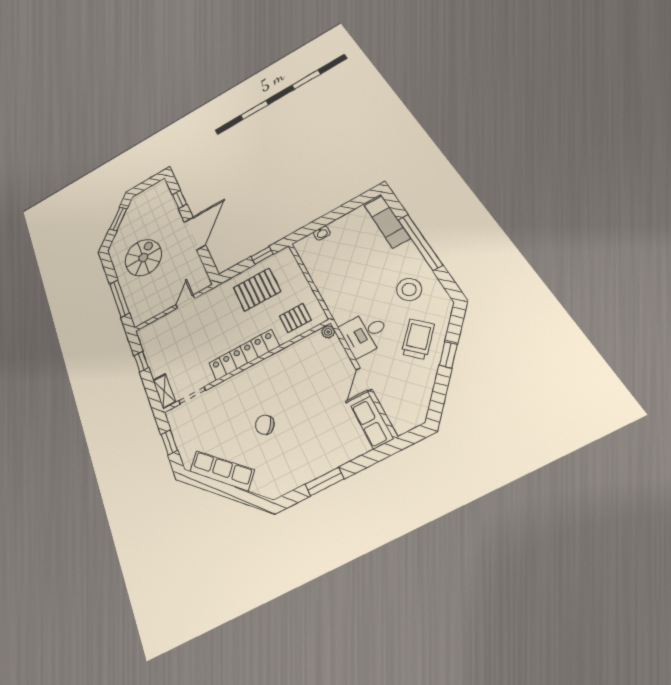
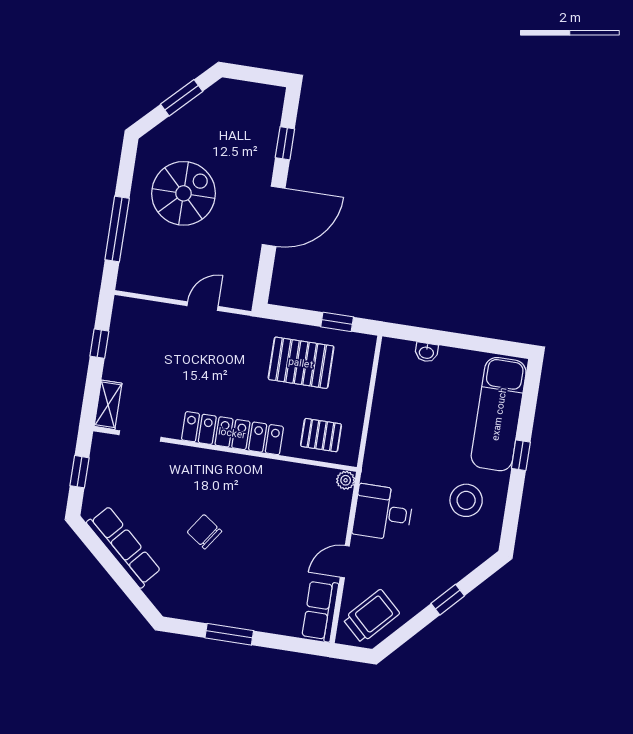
exam couch: (387, 222) -> (499, 414), width x1.36, depth x1.45
window: (420, 242) -> (521, 455), width x0.32
trolley: (418, 339) -> (371, 616), moved

